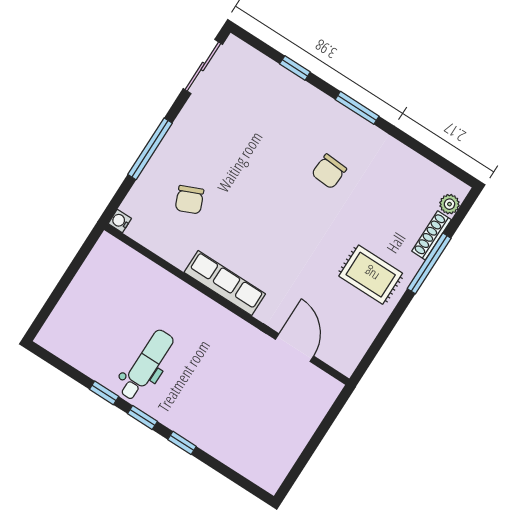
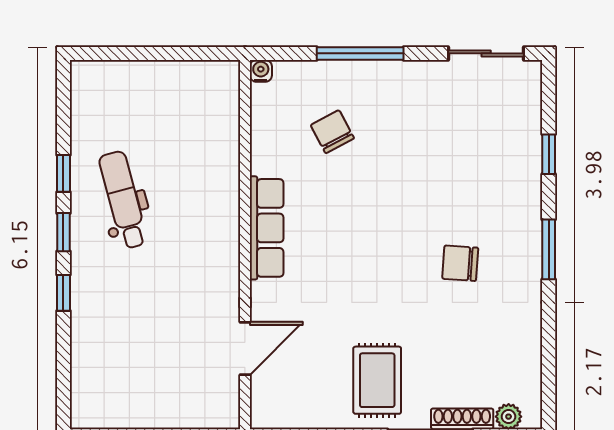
chair: (190, 200) -> (332, 132), turned 85
dental chair: (146, 365) -> (123, 200), turned -105

